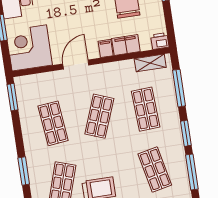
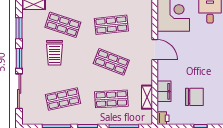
filing cabinet: (106, 48) -> (164, 75), removed
shelving: (150, 63) -> (147, 97), moved

